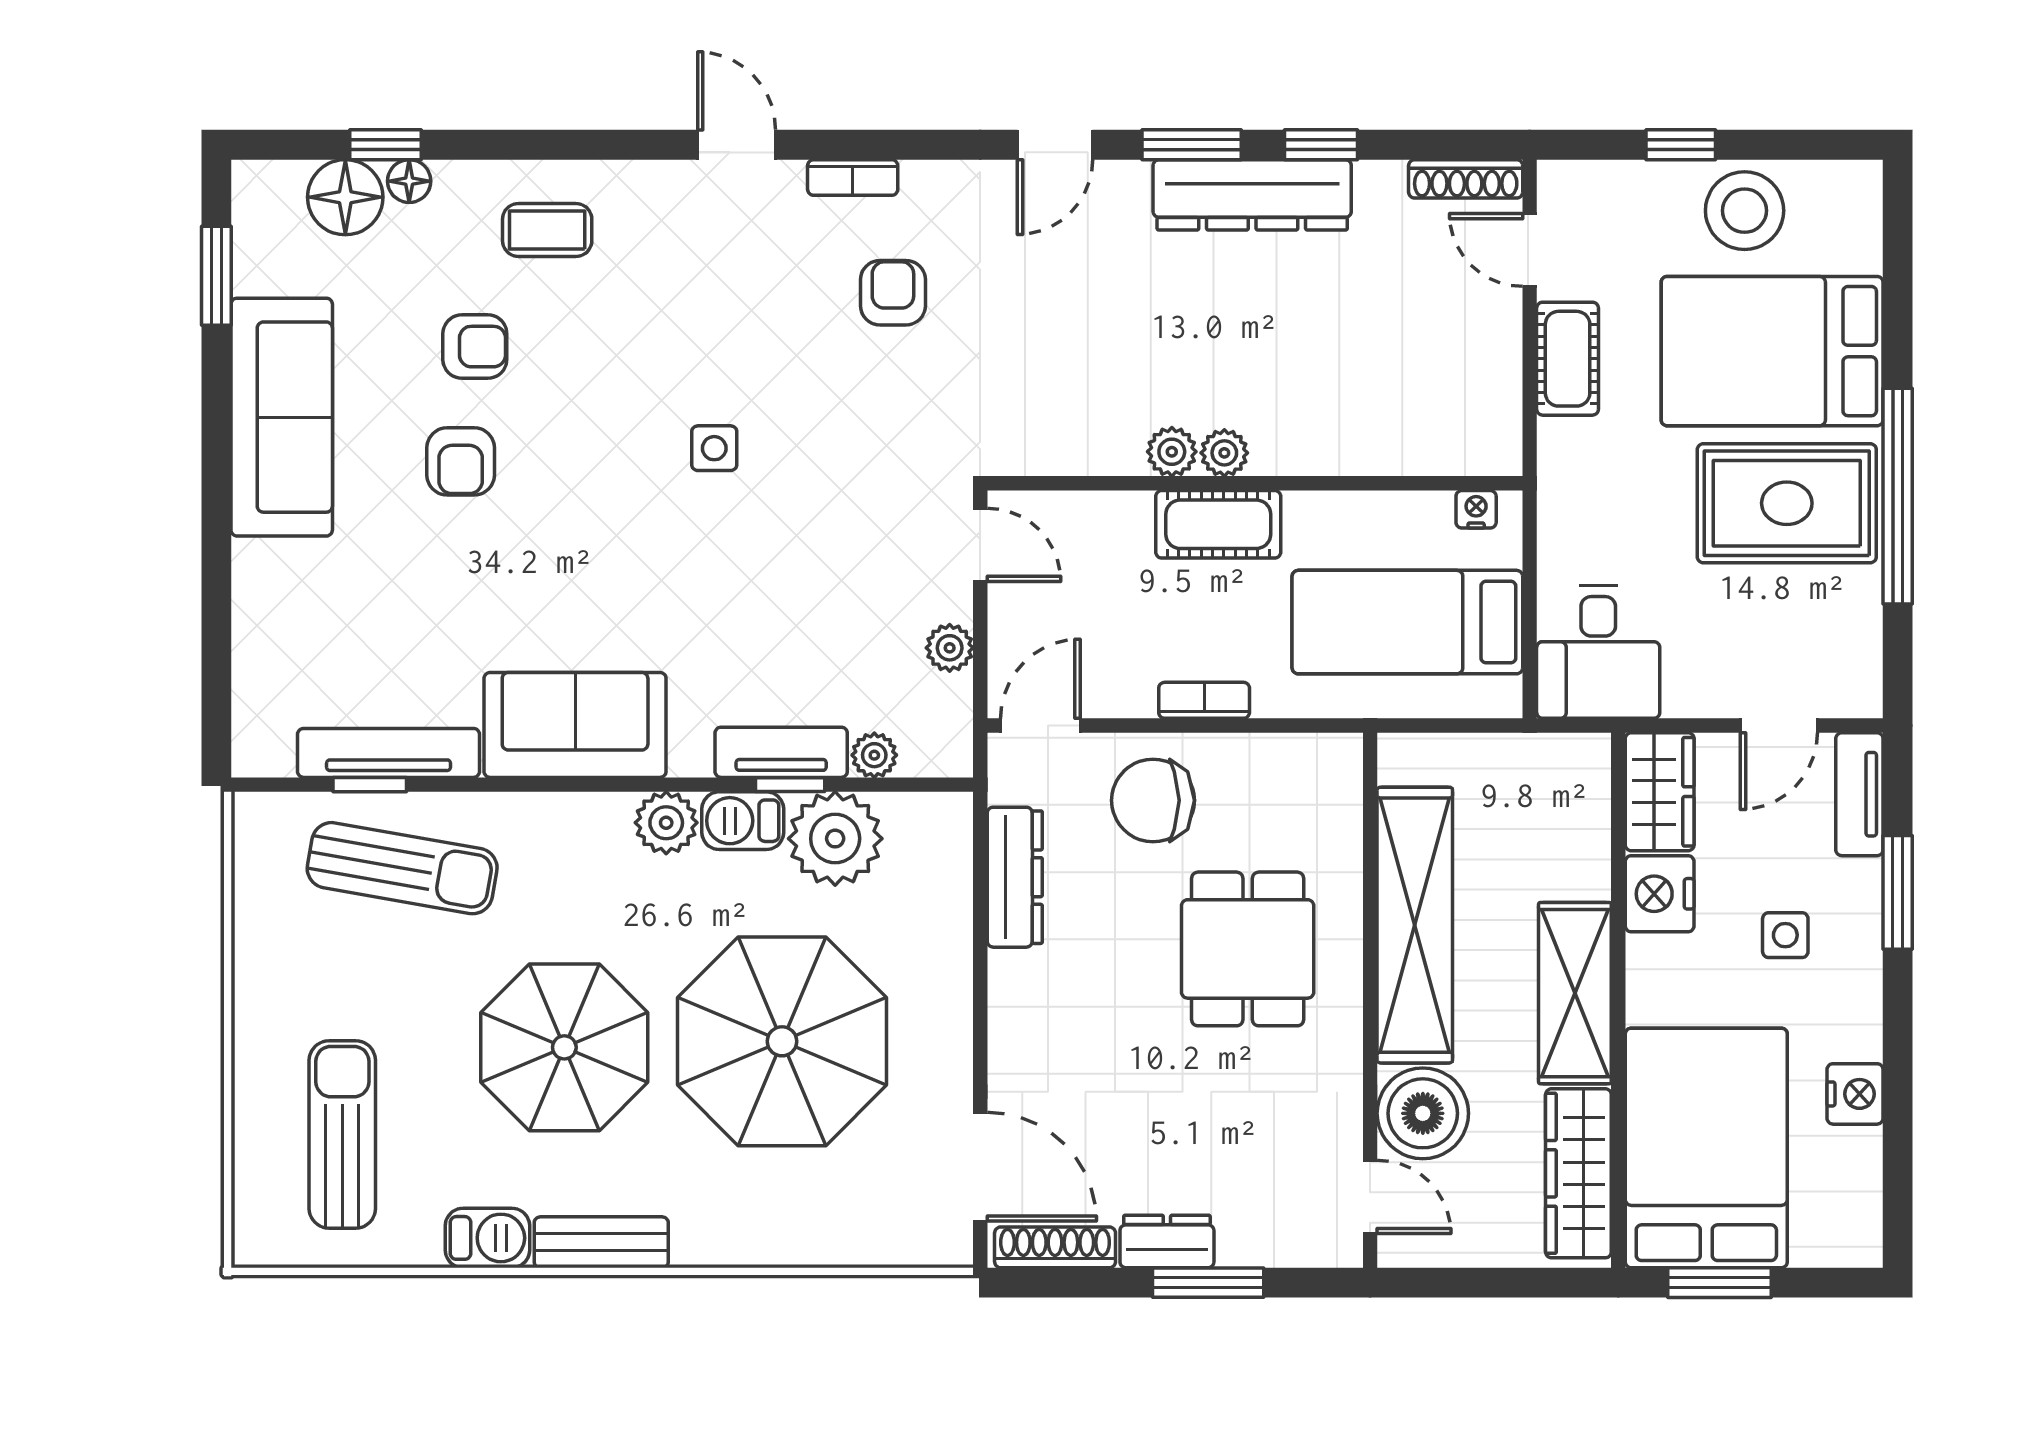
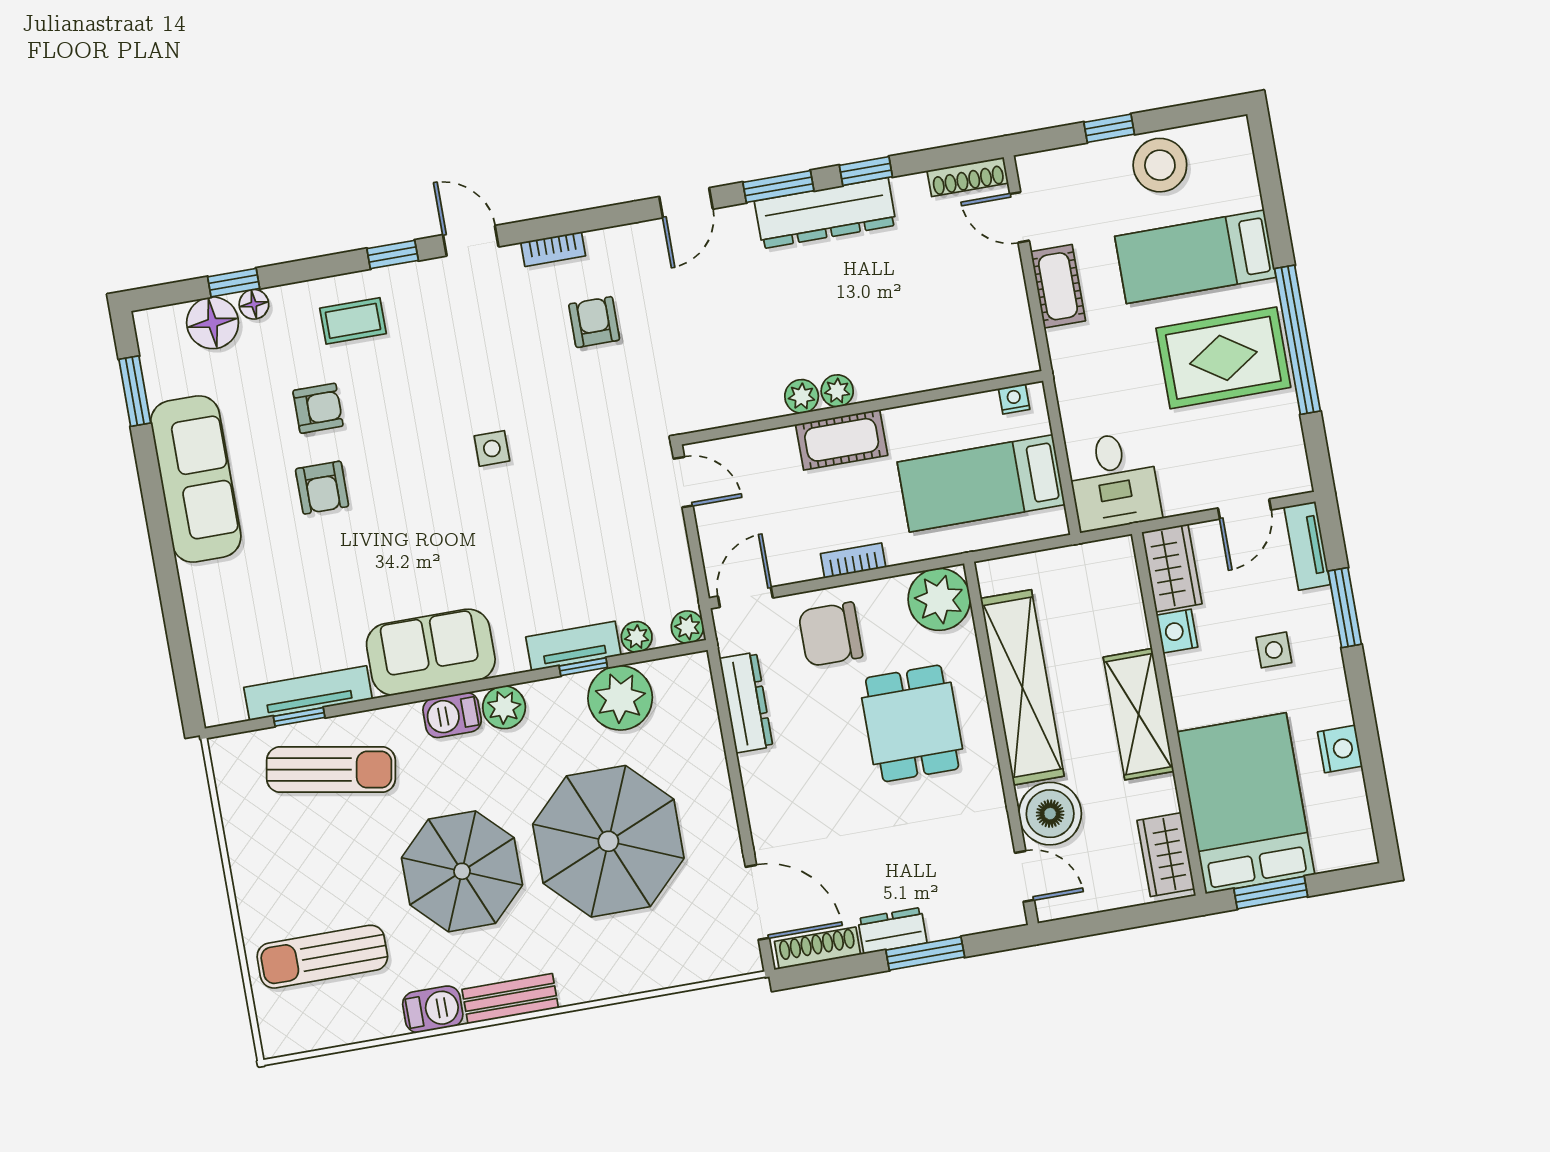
window: (621, 145) -> (393, 255), added
bed: (1772, 351) -> (1195, 257), width x0.67
plant: (950, 648) -> (687, 627), moved
plant: (1318, 778) -> (939, 599), added
barbecue: (743, 821) -> (452, 715), moved
nightstand: (1660, 894) -> (1177, 631), width x0.74, depth x0.75
sun lounger: (342, 1134) -> (322, 957), turned -90
wardrobe: (1578, 1173) -> (1166, 855), width x0.67

